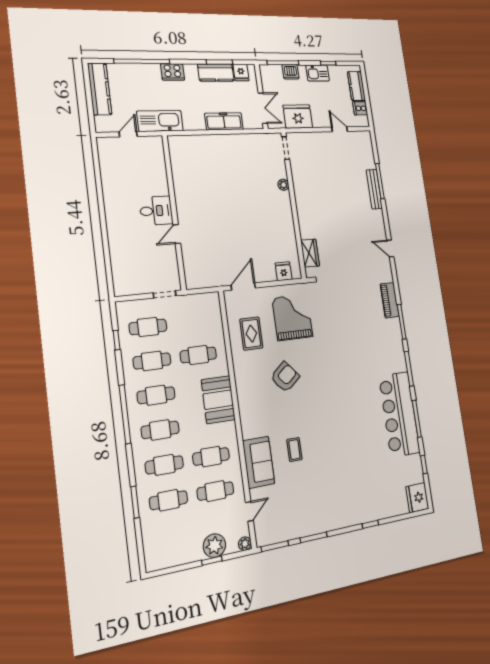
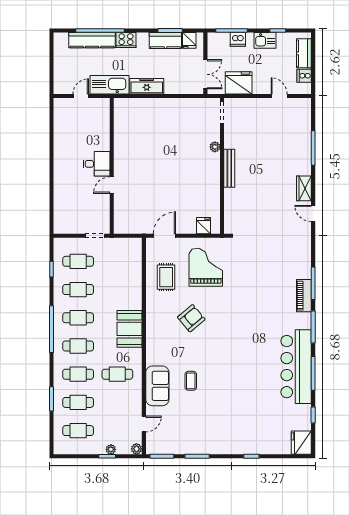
kitchen counter: (100, 89) -> (92, 40), moved, turned 90
freezer: (224, 121) -> (147, 86), moved
bench: (374, 189) -> (229, 168), moved
wardrobe: (310, 253) -> (304, 188), moved, turned 180
piano: (390, 300) -> (304, 296), moved
cafe table: (198, 355) -> (117, 290), removed
cafe table: (215, 491) -> (78, 431), moved
plant: (214, 546) -> (111, 449), width x0.53, depth x0.53

